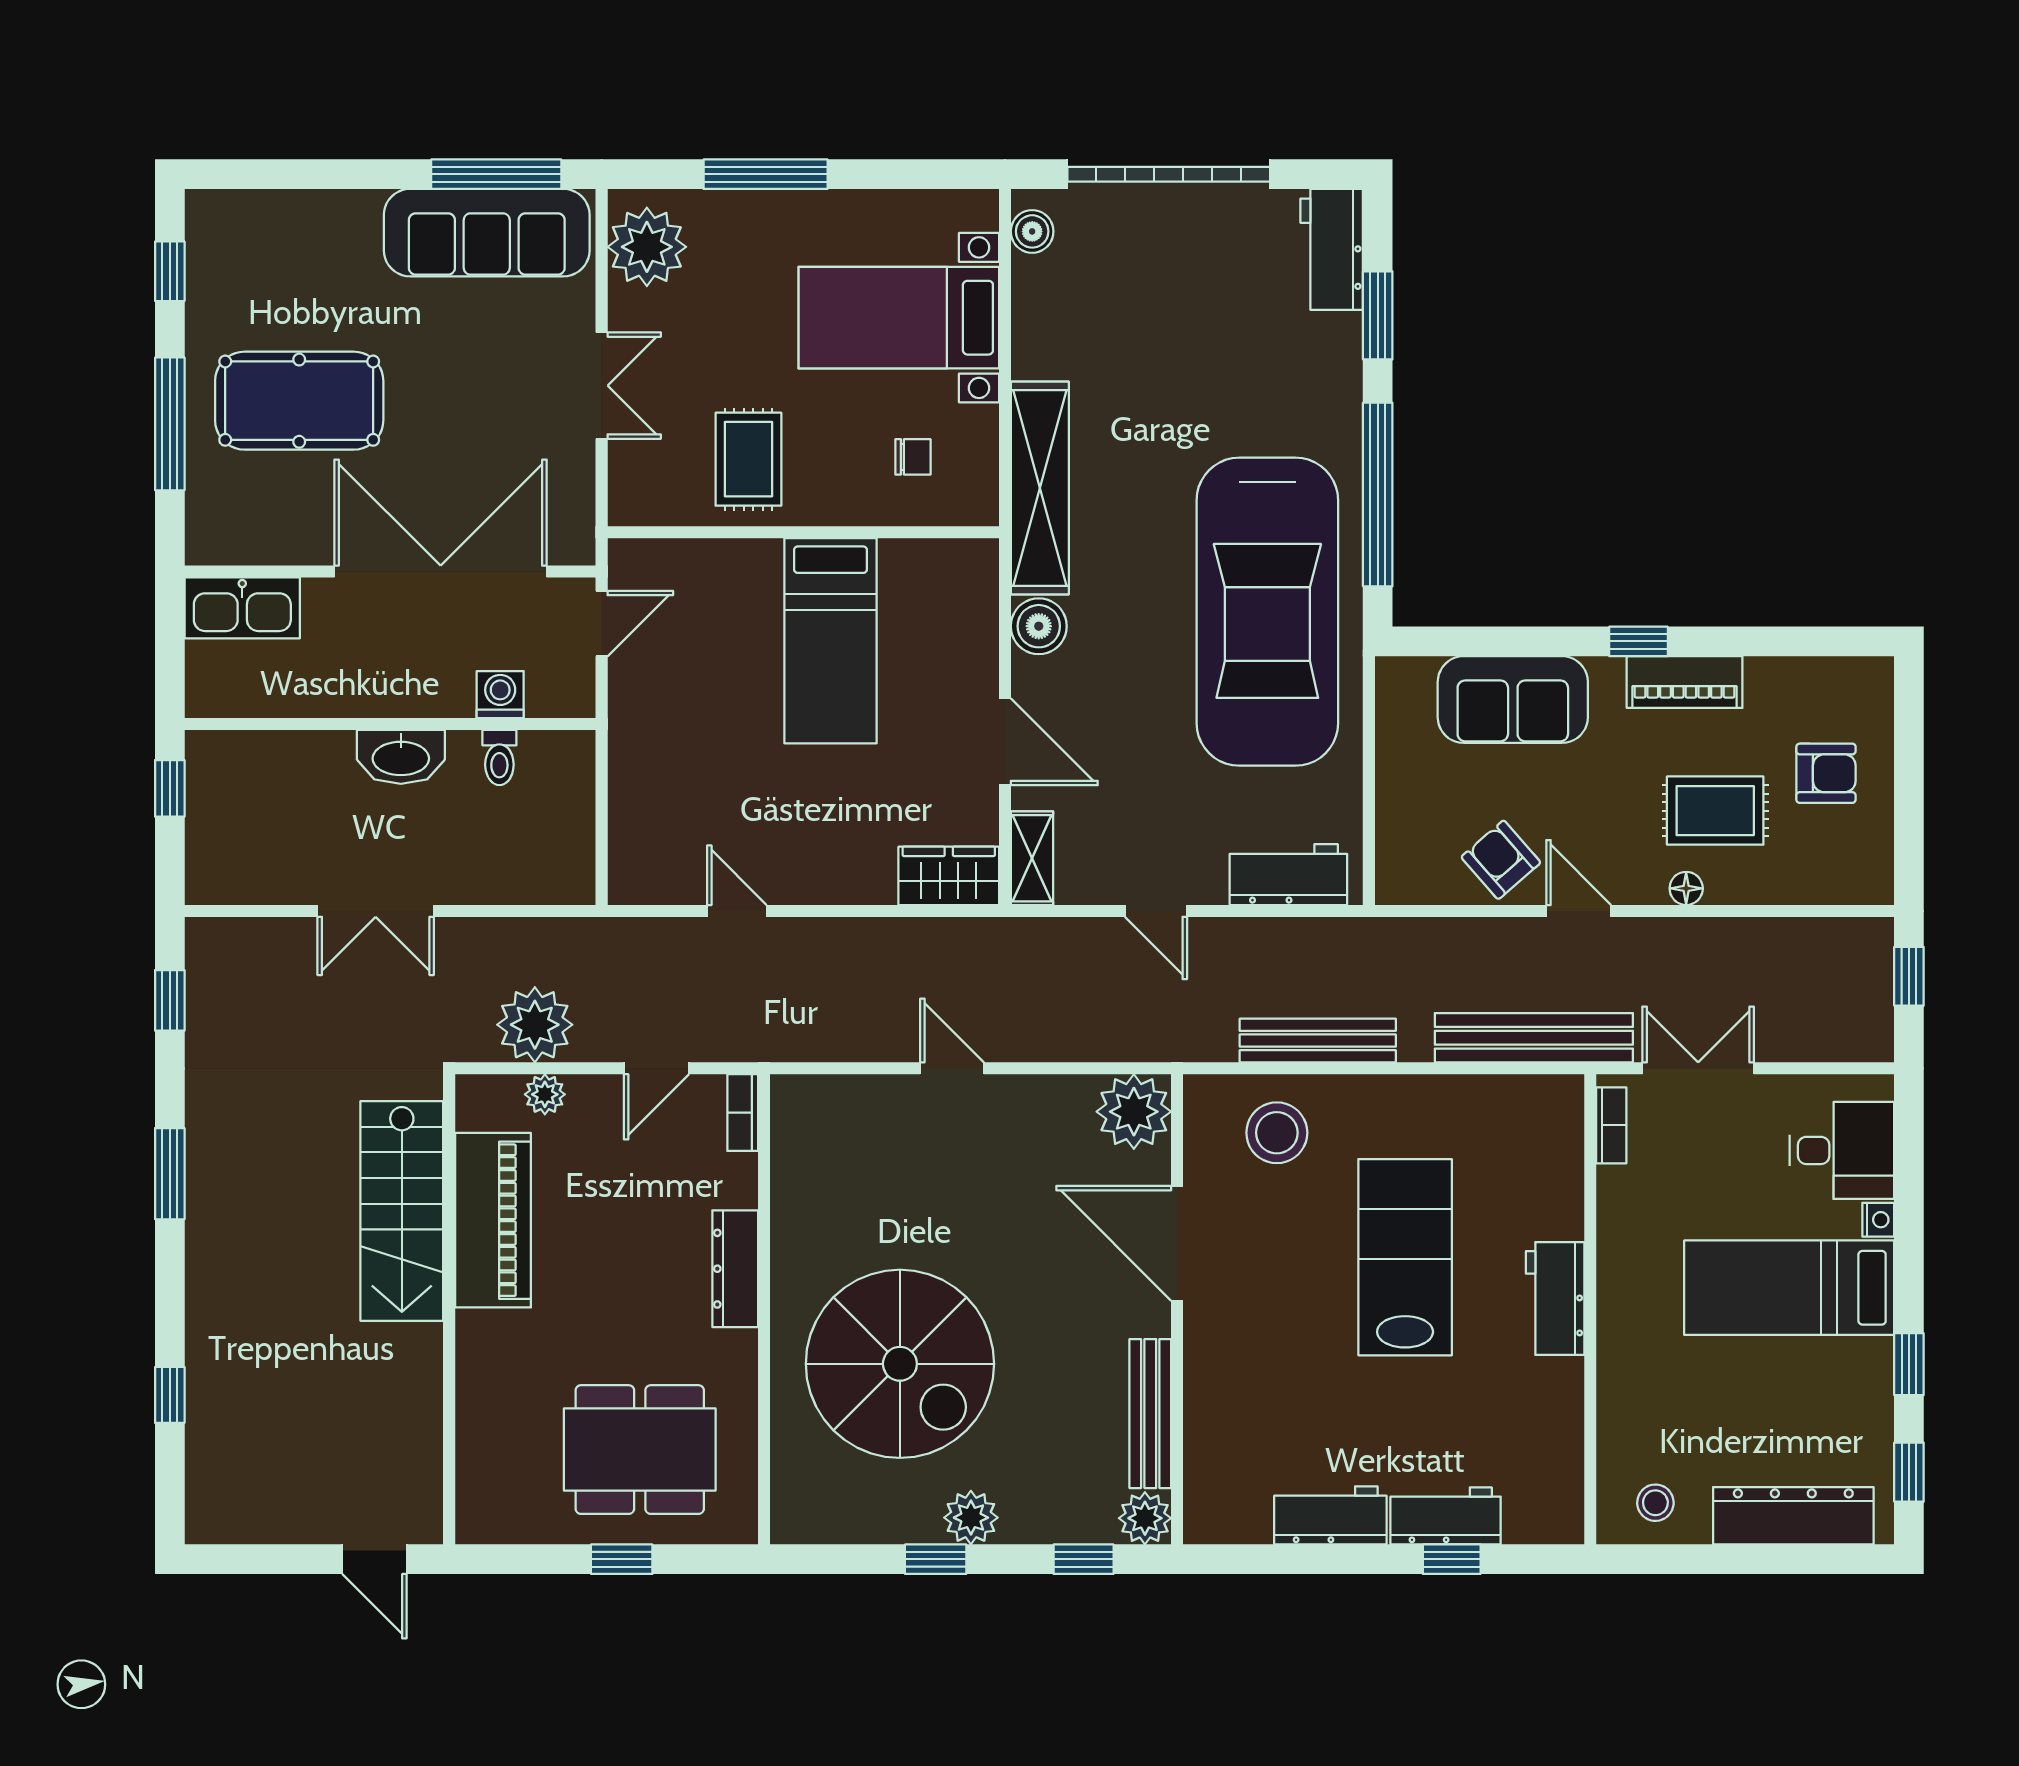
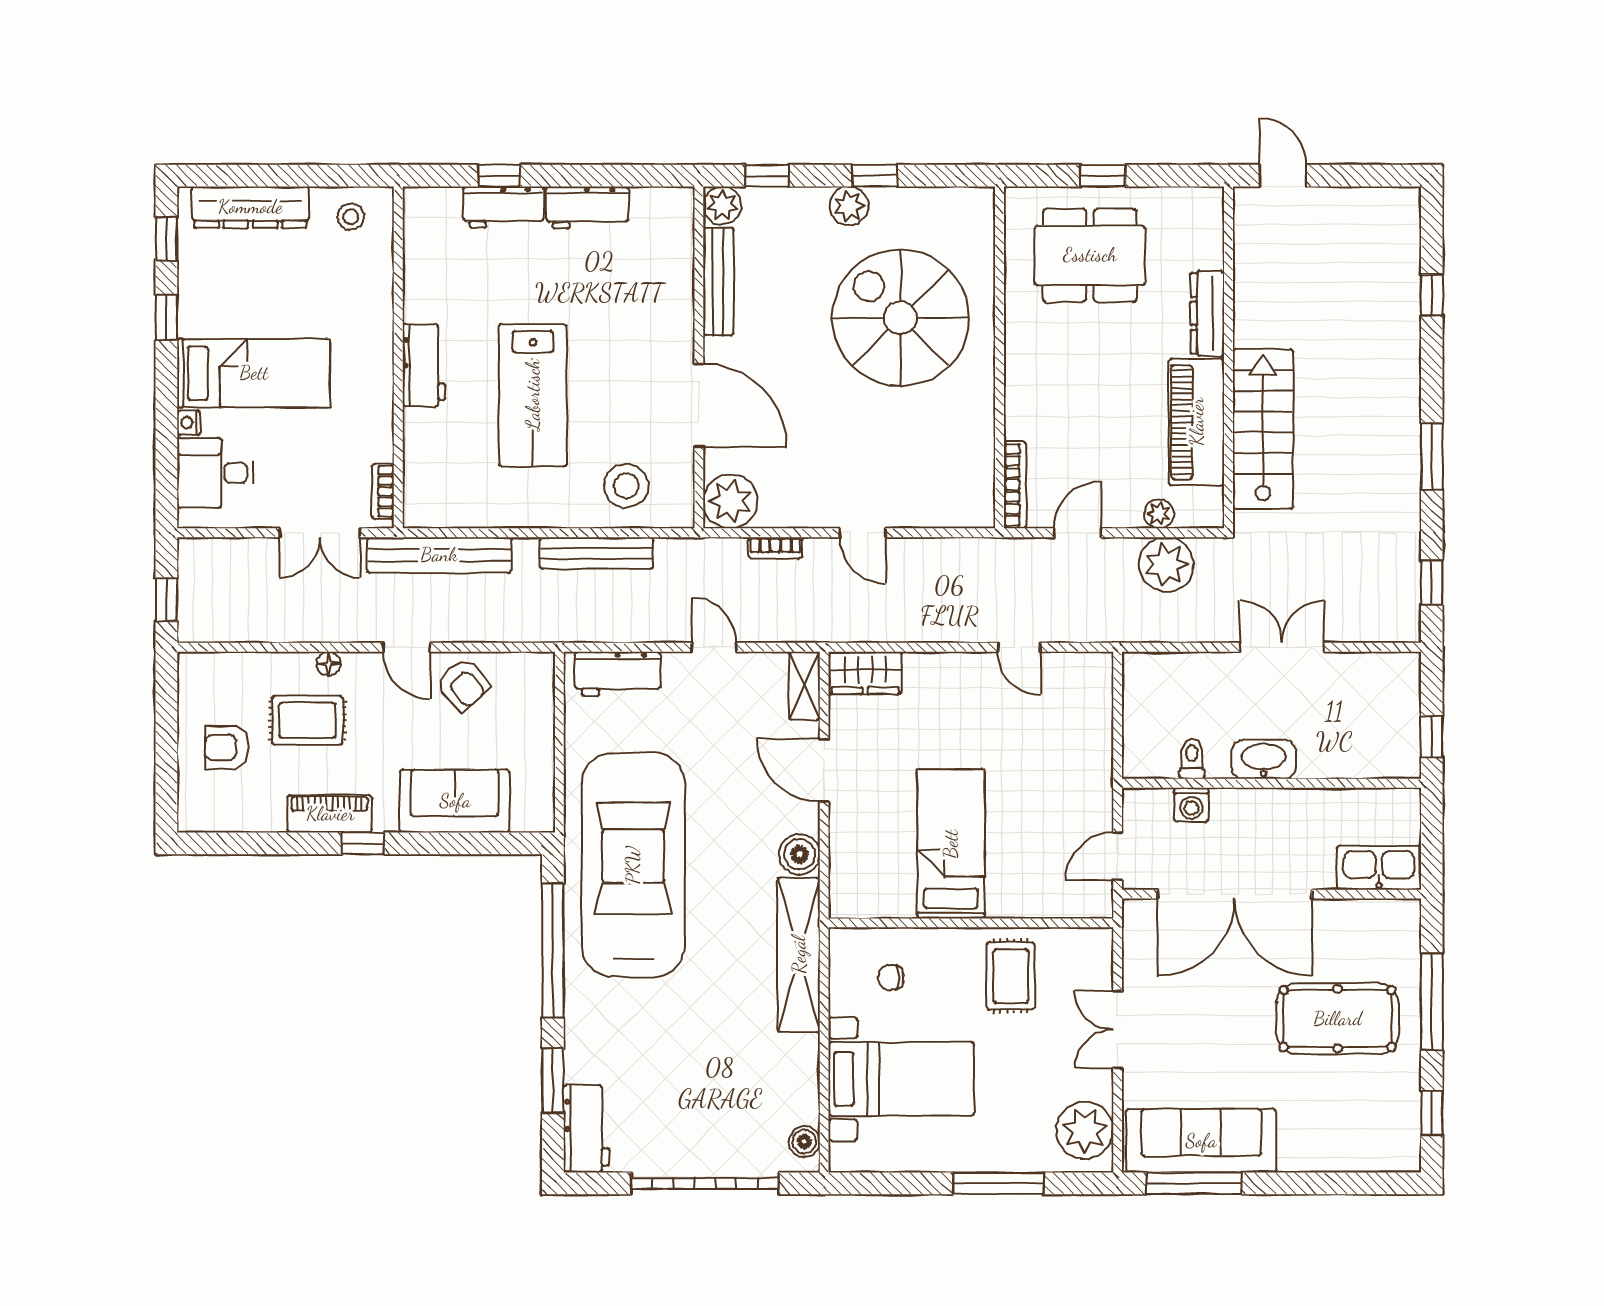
bookcase: (1072, 1048) -> (775, 548), added
bookcase: (743, 1113) -> (1015, 485), width x1.56
dresser: (735, 1269) -> (1208, 313), moved, turned 180

